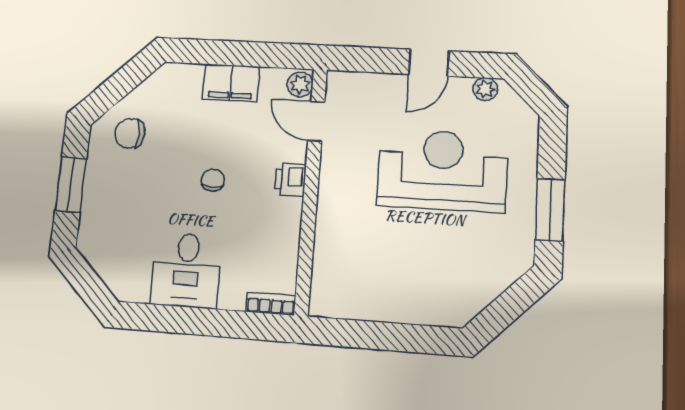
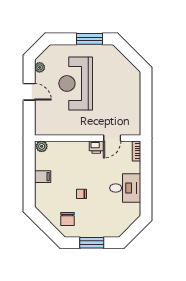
filing cabinet: (231, 83) -> (43, 177), width x0.50
door: (316, 121) -> (112, 138), moved
chair: (213, 180) -> (81, 194), moved
printer: (290, 180) -> (96, 147), moved

